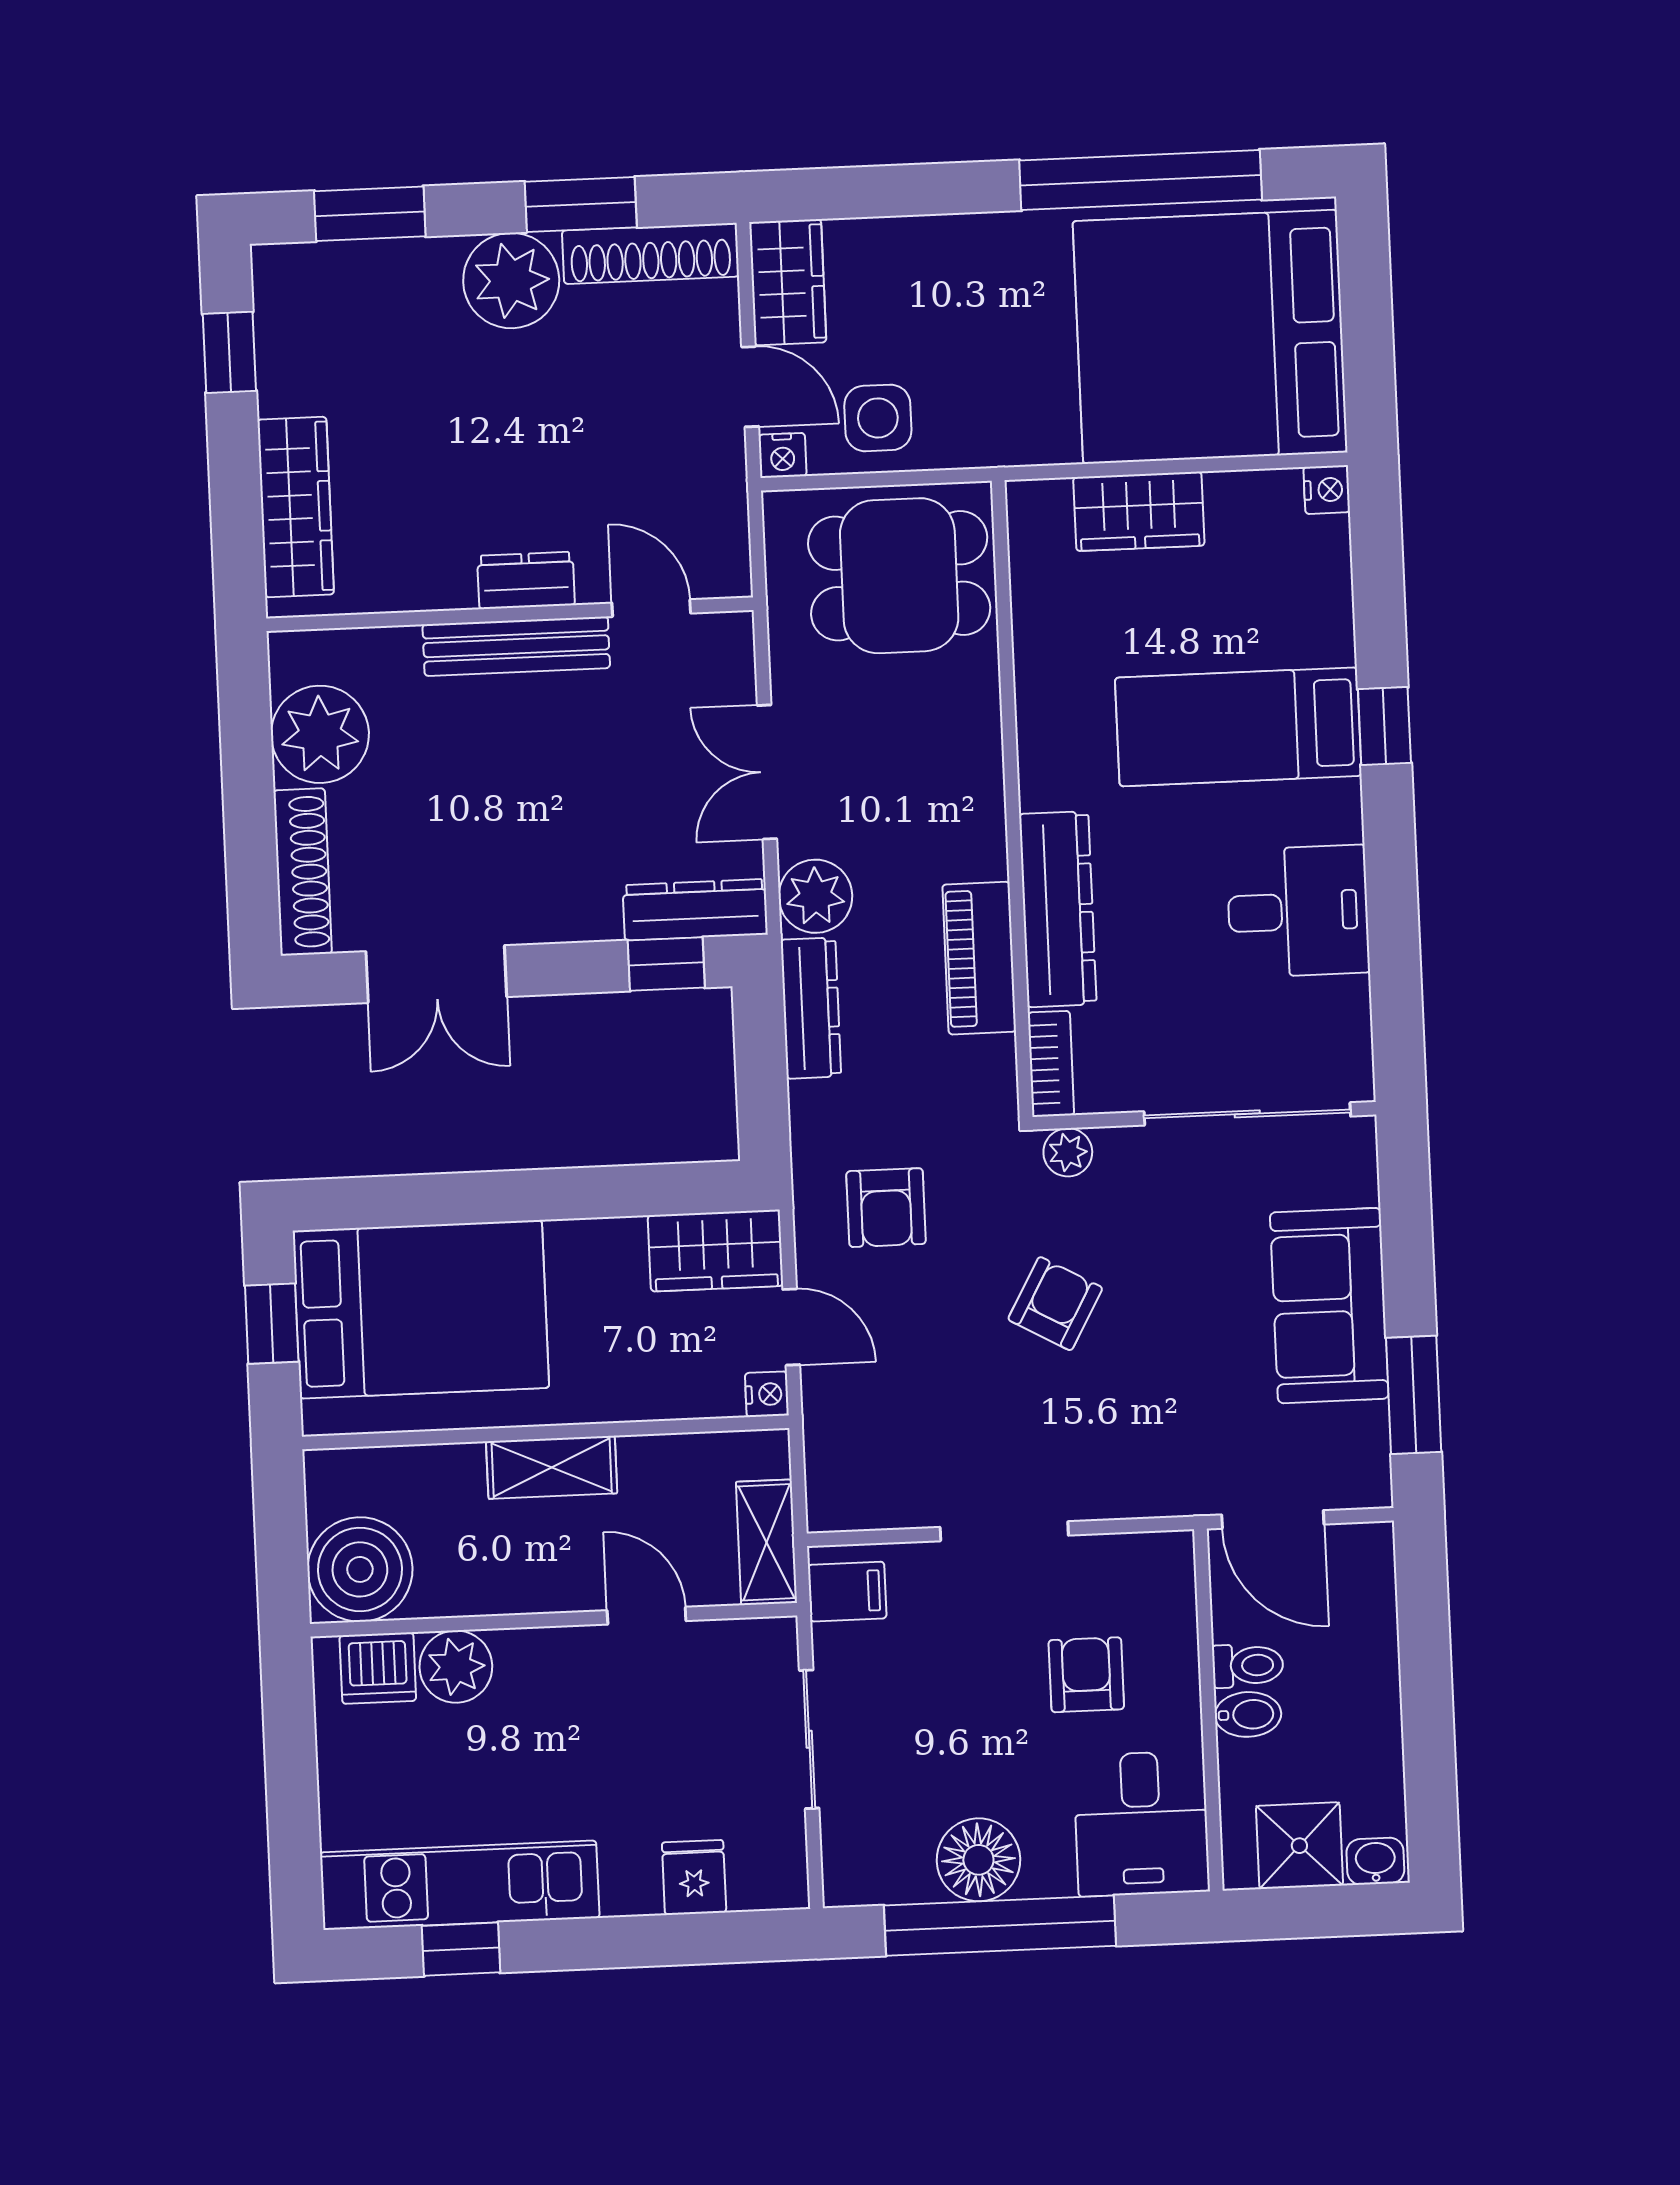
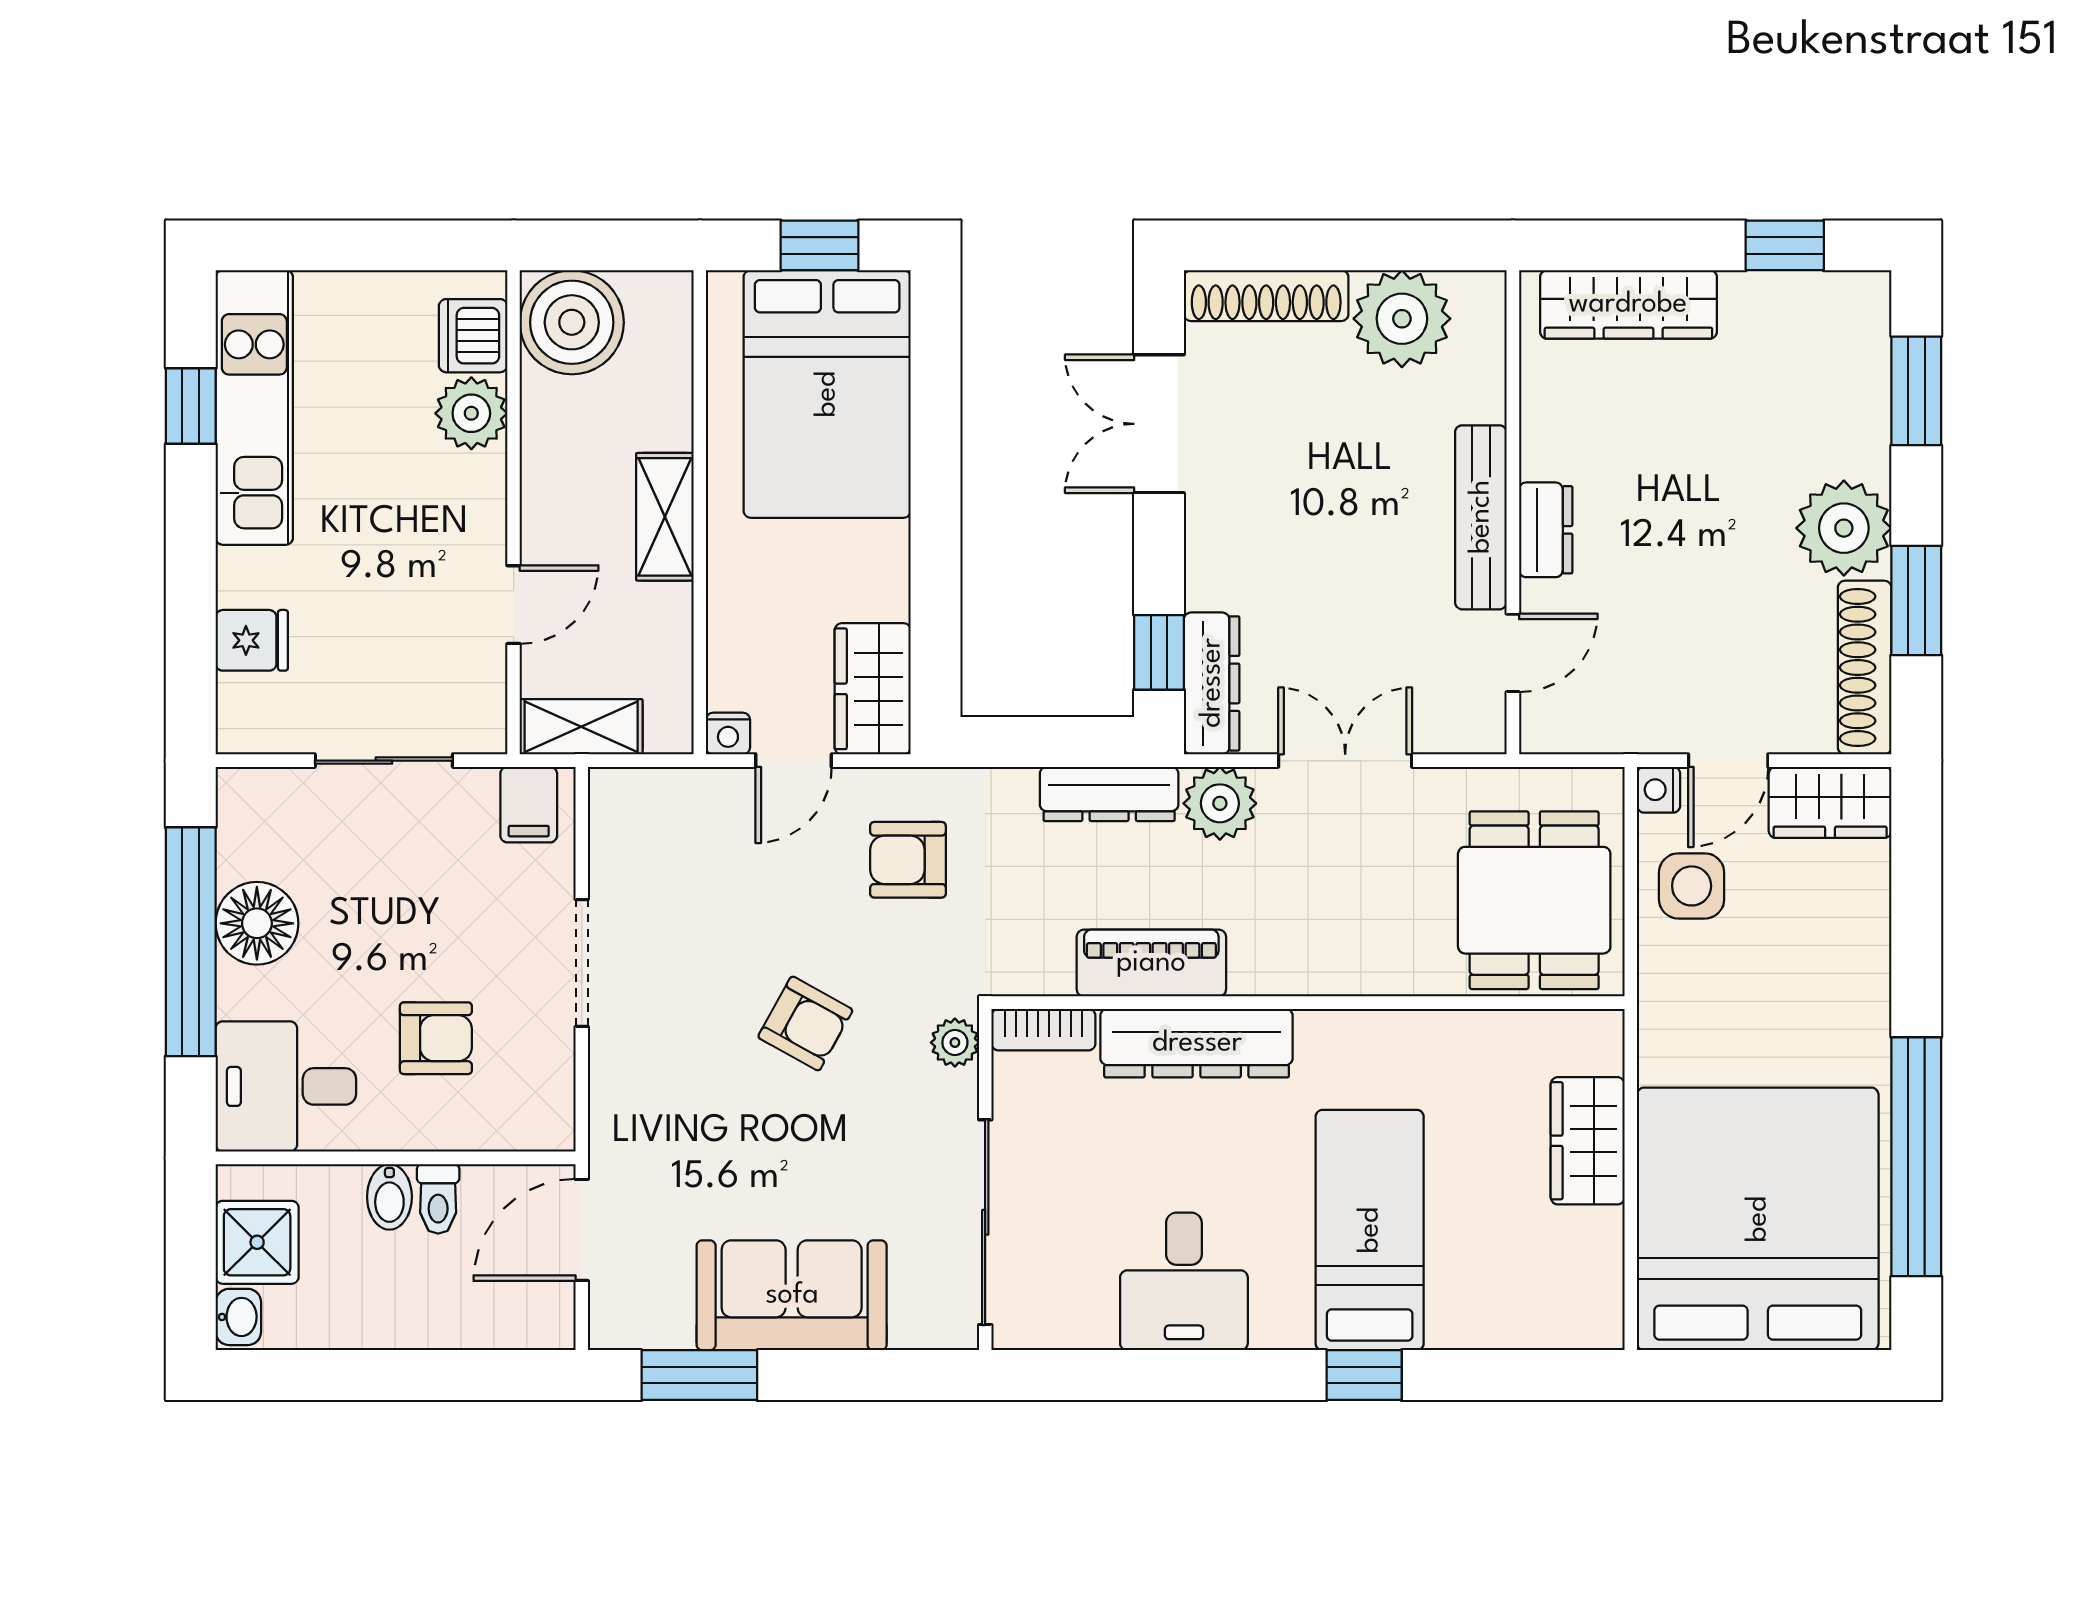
nightstand: (1327, 490) -> (1601, 1328), removed

